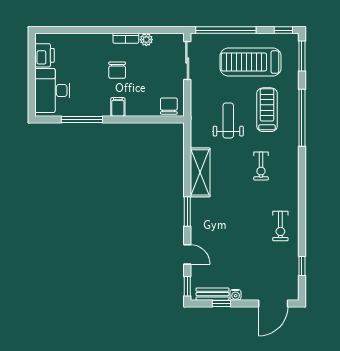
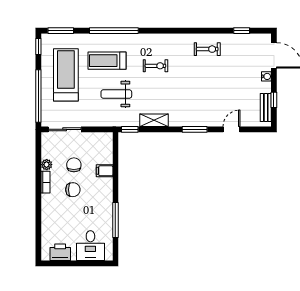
treadmill: (251, 62) -> (66, 75), turned 180
desk: (52, 90) -> (90, 246), width x0.73
chair: (169, 106) -> (74, 165), moved, turned 90
filing cabinet: (118, 107) -> (105, 171), moved
shelving: (200, 172) -> (154, 120), width x0.67, depth x0.75
window: (187, 286) -> (130, 129), moved
water cooler: (236, 295) -> (266, 76), moved

